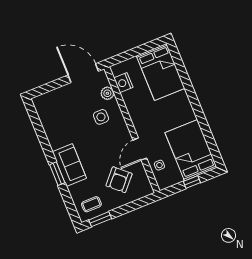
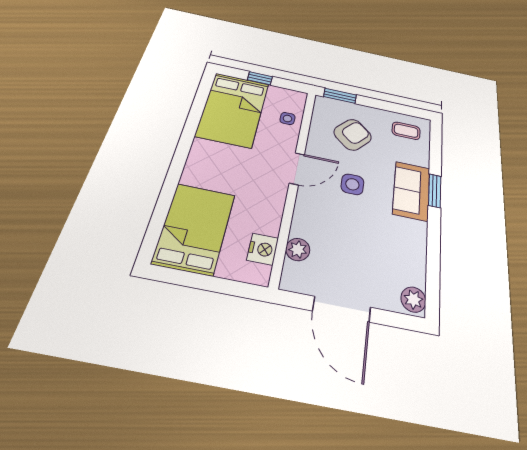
door: (83, 73) -> (342, 309), moved
plant: (40, 104) -> (413, 300), added
side table: (101, 117) -> (352, 184), moved
door: (140, 149) -> (297, 169), moved
window: (100, 219) -> (340, 96), moved

